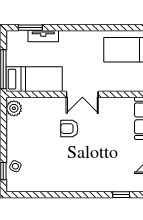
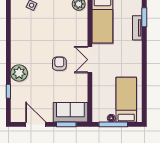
armchair: (69, 129) -> (59, 64), moved
plant: (99, 182) -> (19, 73), added

